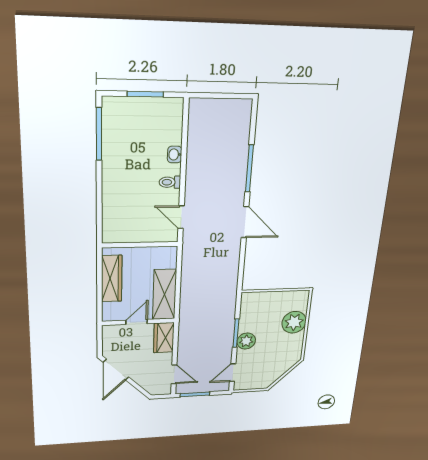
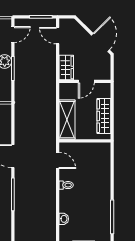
washbasin: (175, 155) -> (64, 219), moved
shelving: (164, 294) -> (67, 120), moved

